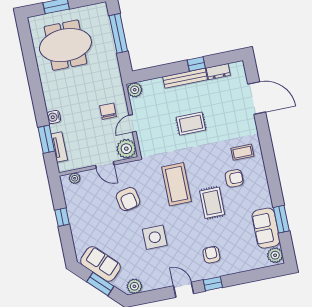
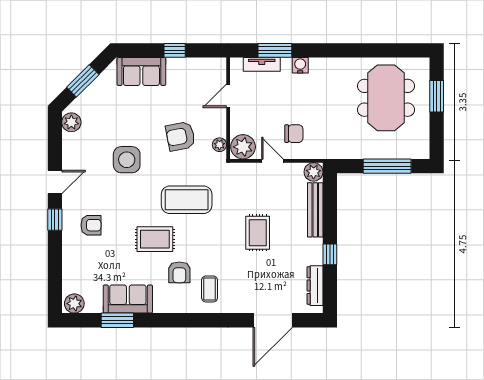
dresser: (218, 72) -> (315, 286), width x1.44
bench: (185, 78) -> (315, 210), moved
door: (105, 165) -> (228, 96), moved
plant: (75, 178) -> (219, 145), moved
sofa: (266, 228) -> (128, 299), moved
sofa: (100, 264) -> (141, 71), moved, turned 45

